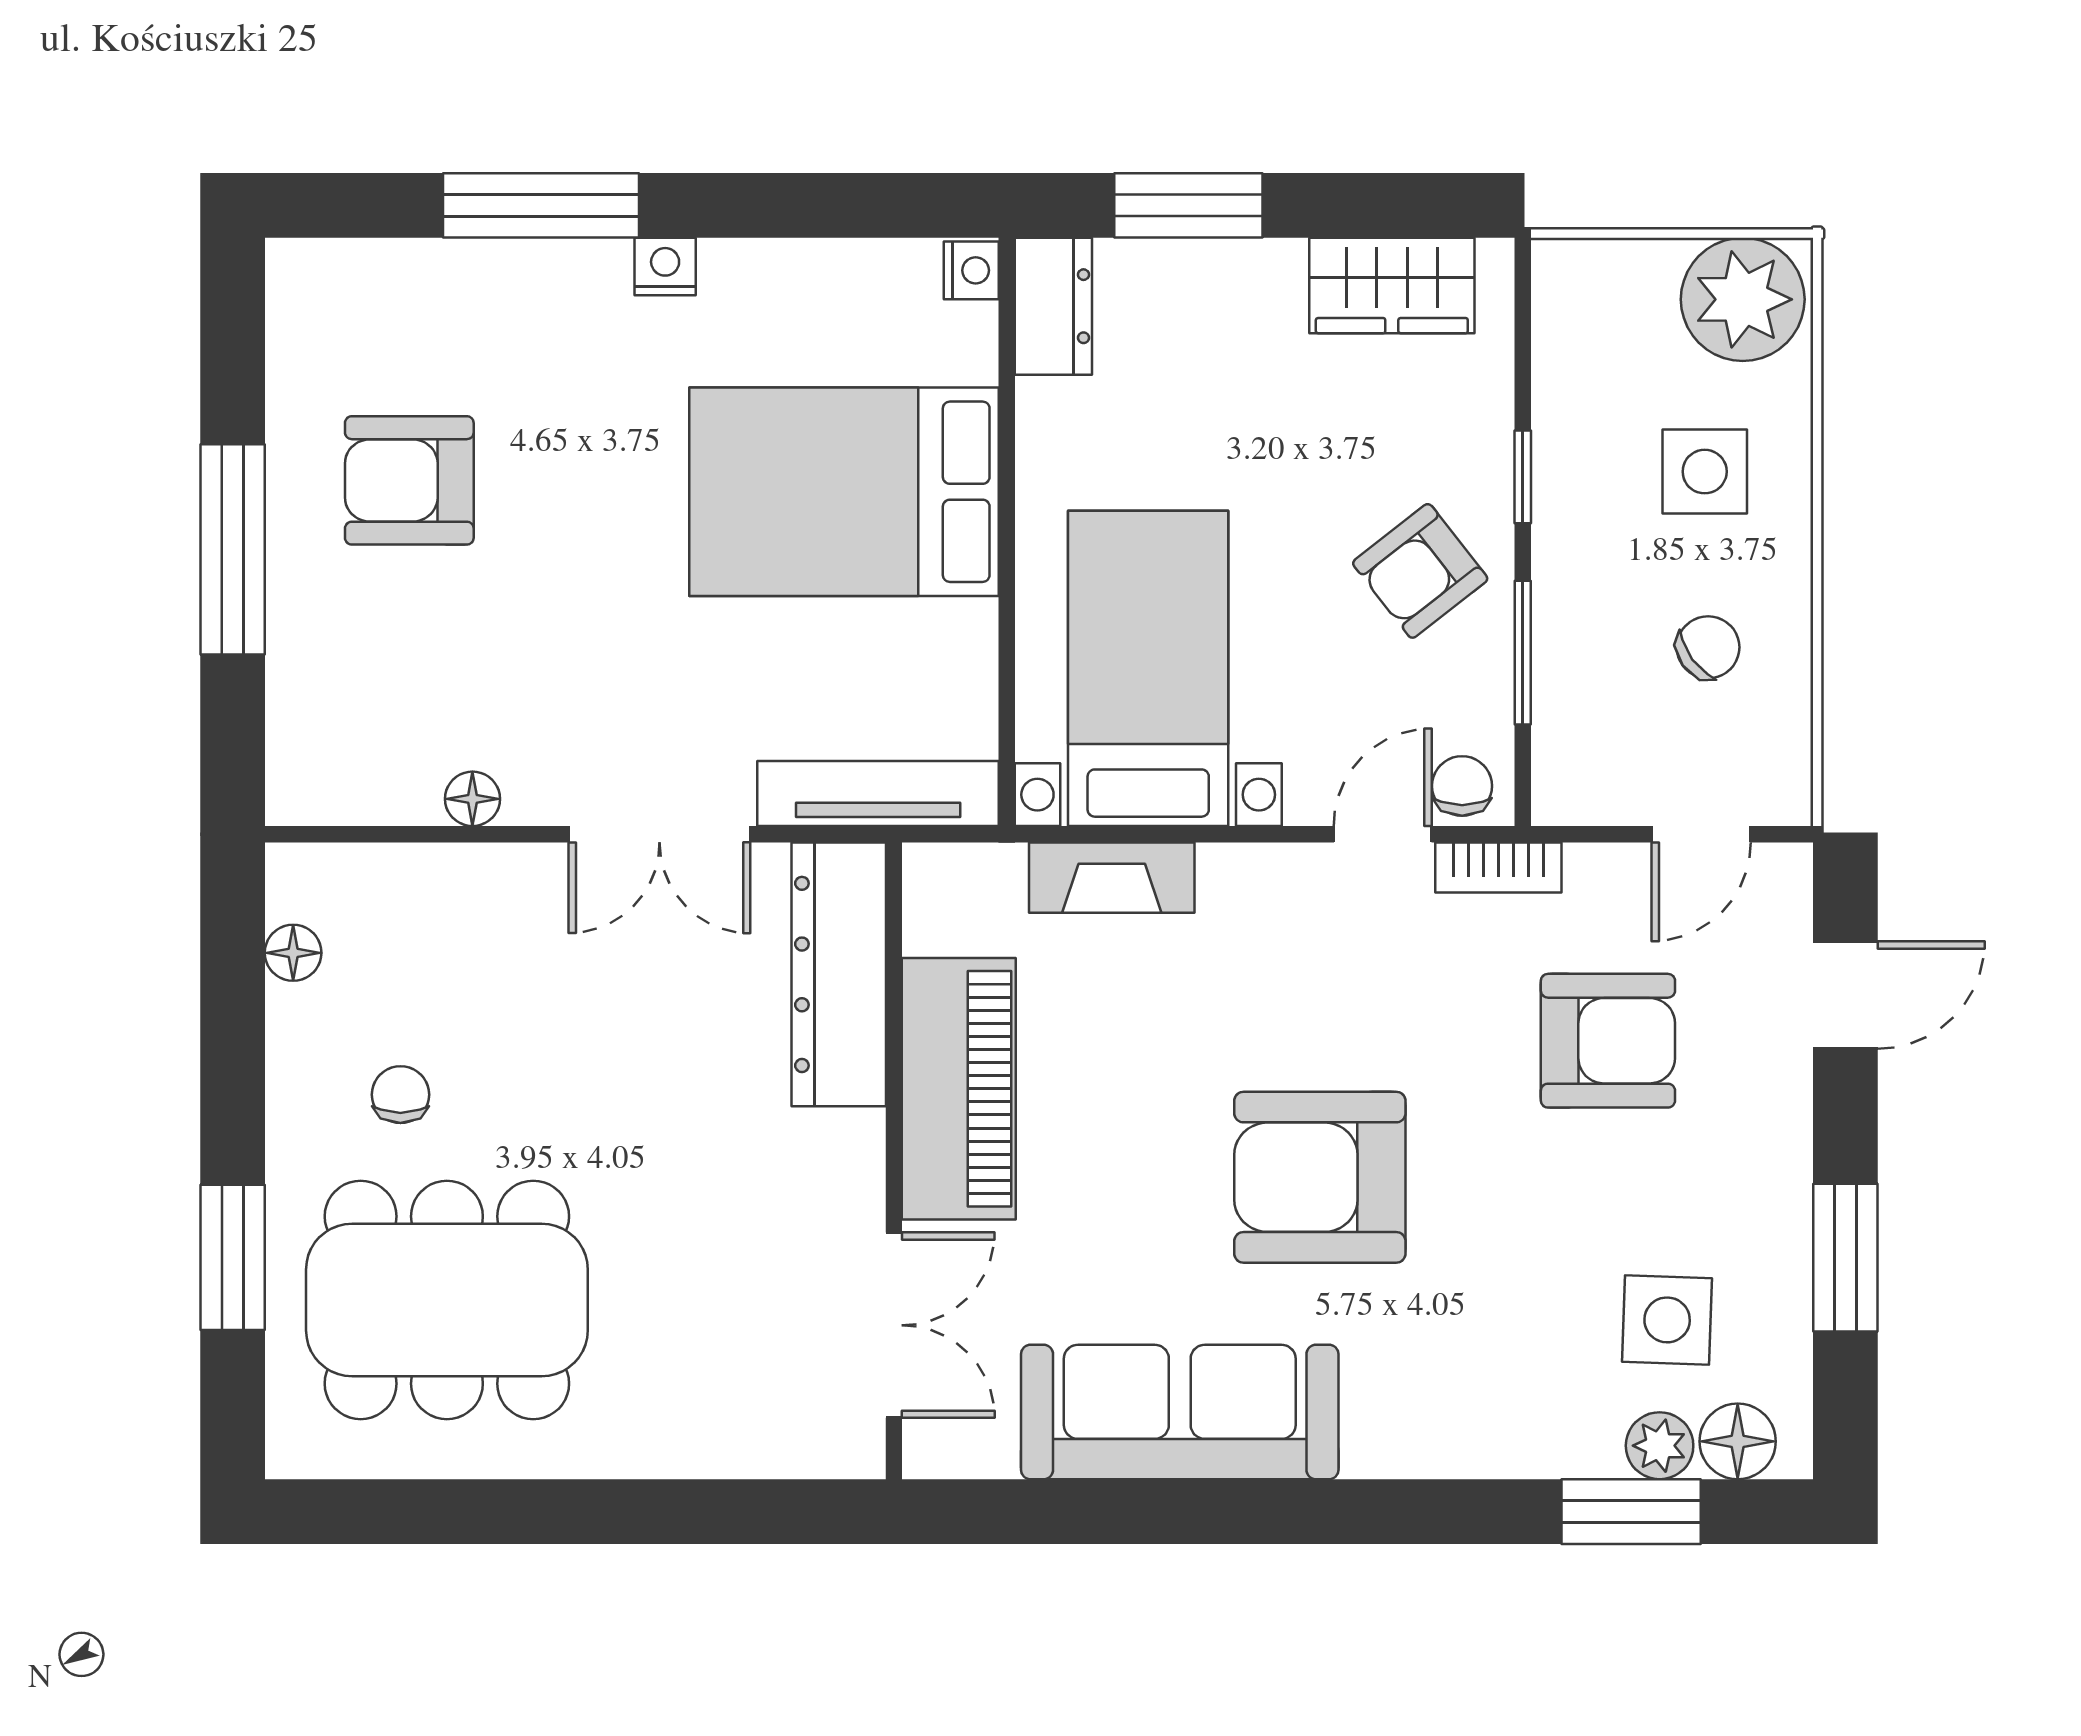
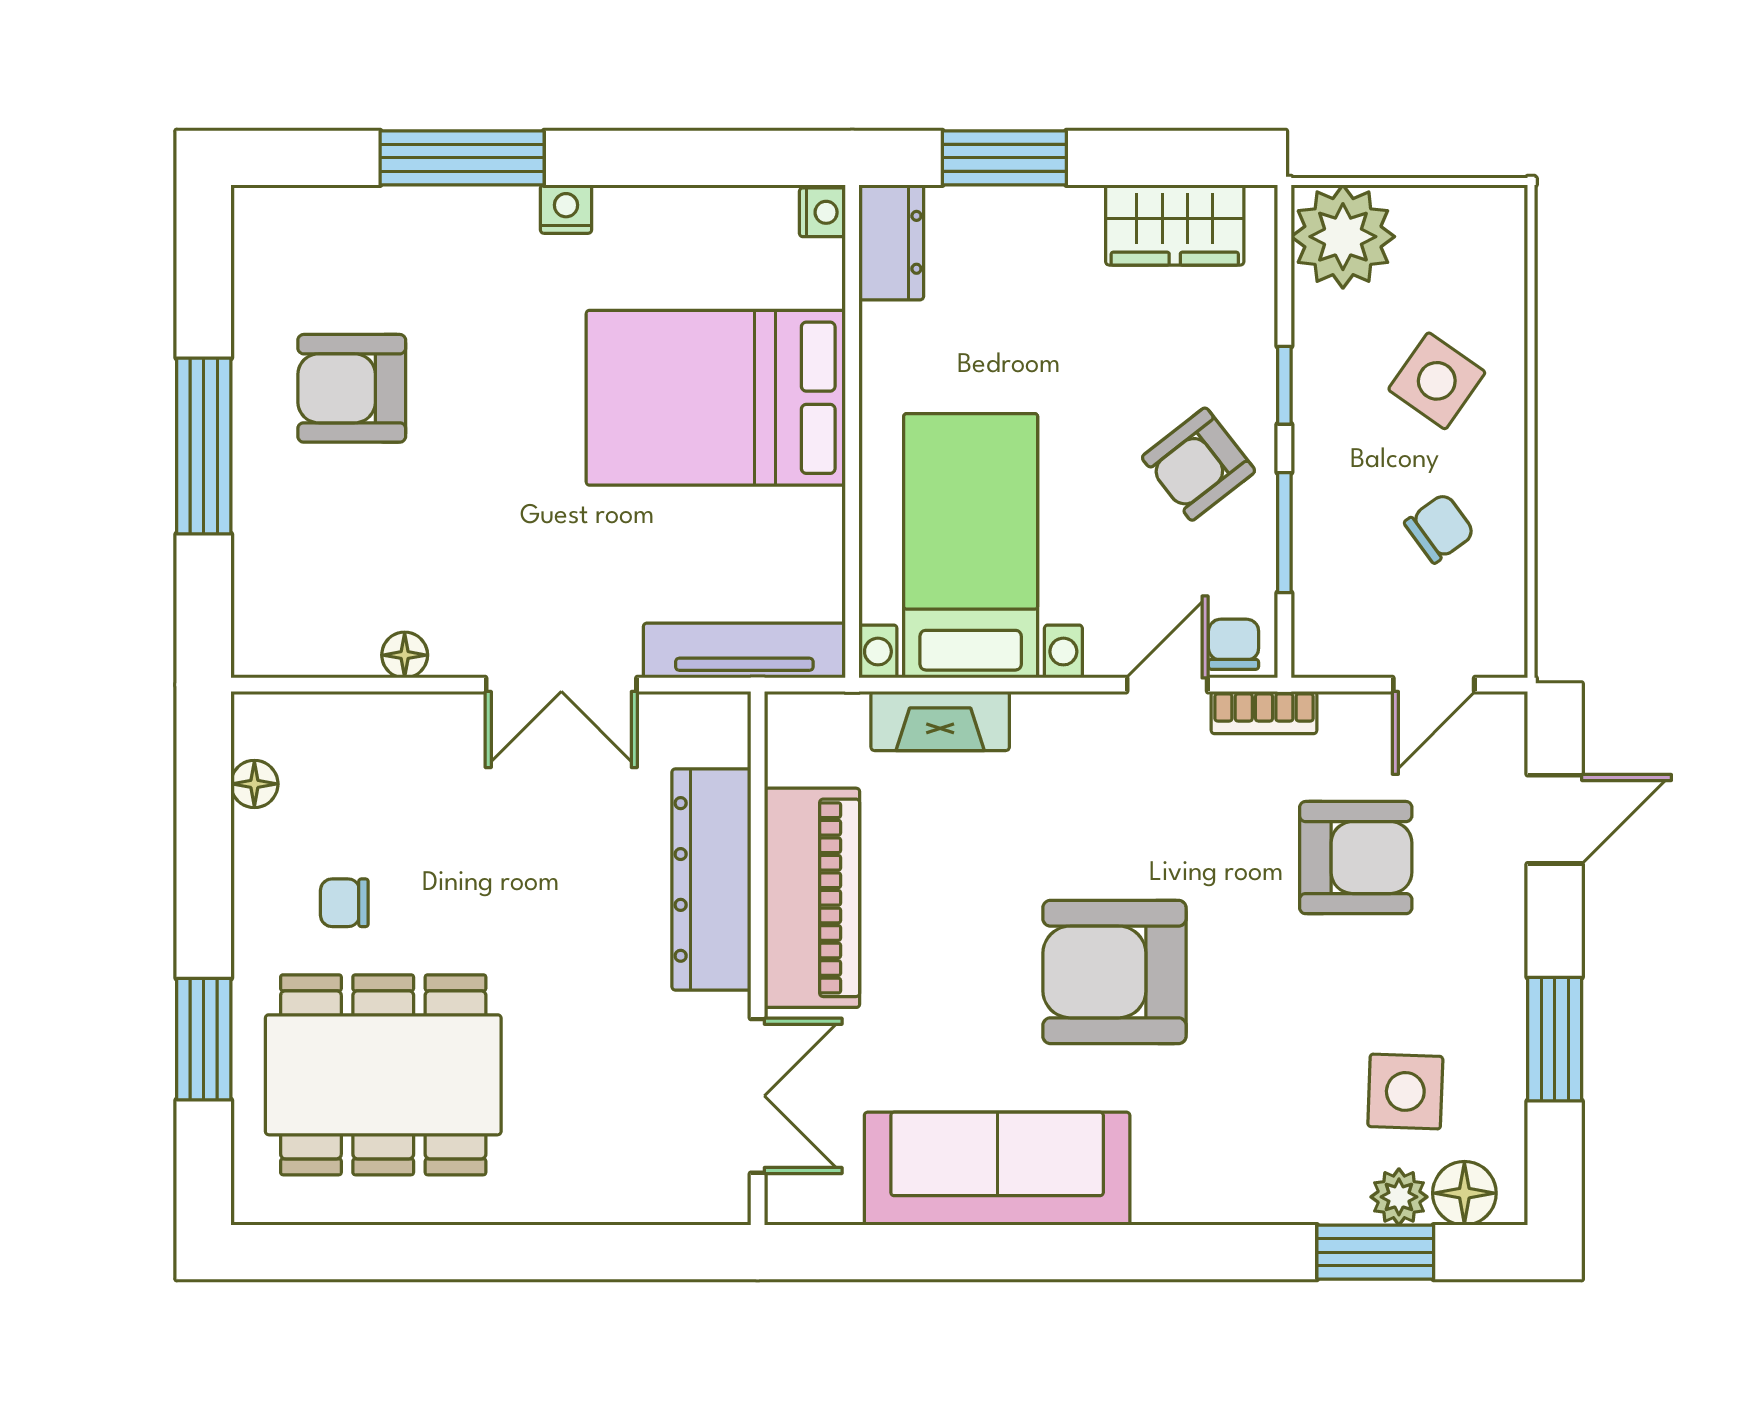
plant: (1743, 299) -> (1343, 237), moved
side table: (1705, 472) -> (1437, 381), turned 35
dresser: (839, 974) -> (711, 879), moved
chair: (400, 1095) -> (344, 903), turned -90

